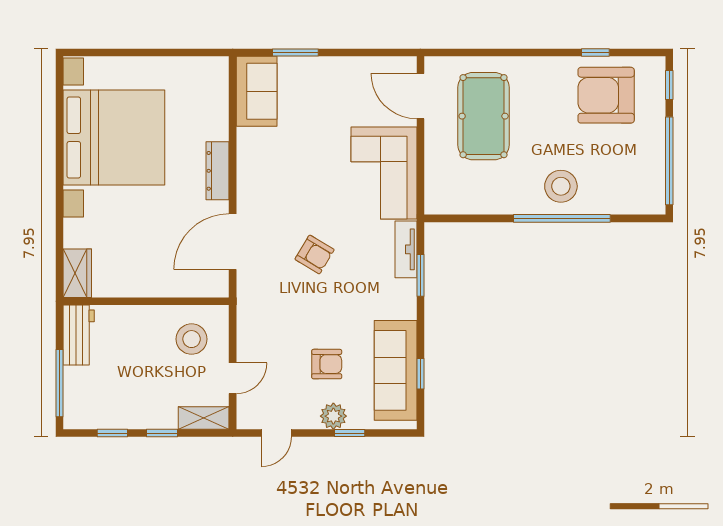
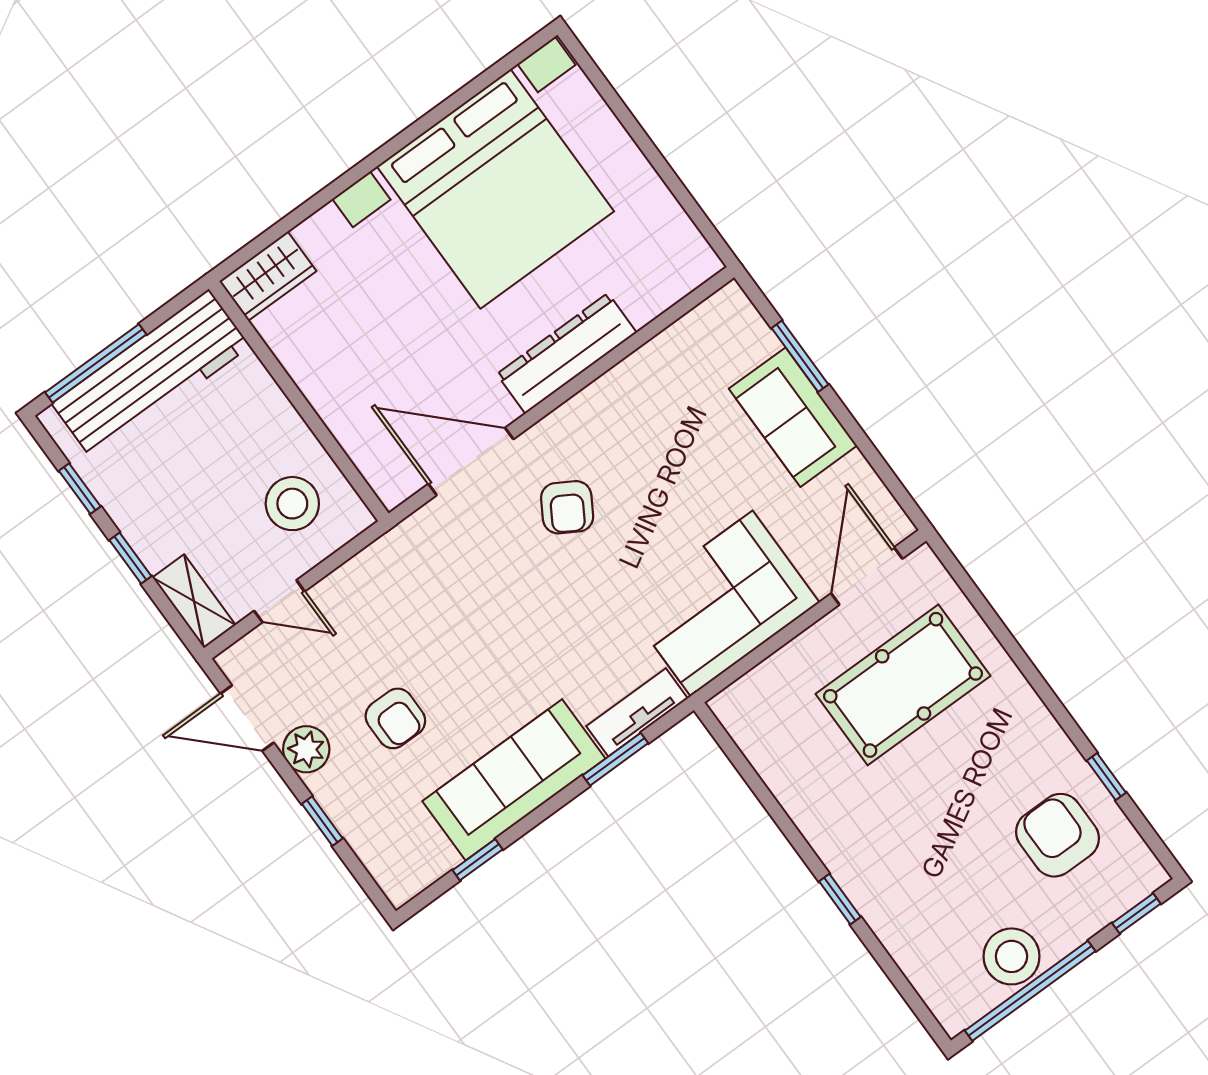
sofa: (257, 91) -> (793, 417), moved, turned 90
armchair: (606, 95) -> (1058, 835), width x0.73, depth x0.73
dresser: (218, 171) -> (567, 353), width x1.37, depth x1.24
stool: (561, 186) -> (1012, 956), moved
window: (562, 218) -> (840, 899), width x0.32
armchair: (315, 254) -> (567, 507), moved
workbench: (79, 335) -> (151, 375), width x1.88, depth x1.32
sofa: (396, 370) -> (514, 780), moved
plant: (333, 416) -> (306, 749), moved
door: (276, 433) -> (247, 718), width x1.38

